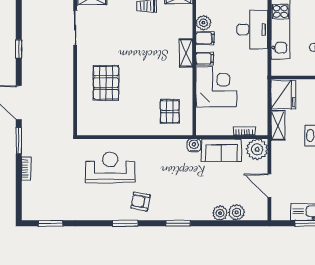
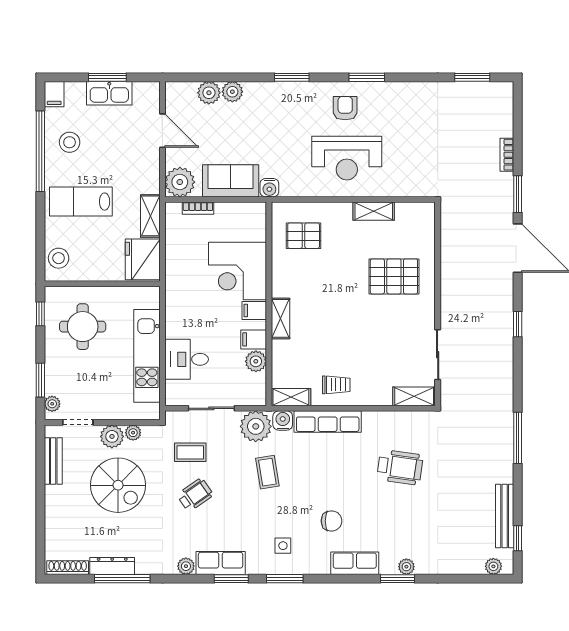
desk: (252, 29) -> (187, 359), width x0.73
pallet: (106, 83) -> (394, 276), turned 90
pallet: (170, 111) -> (304, 236), turned 90
shelving: (120, 129) -> (374, 211), added
reception desk: (110, 167) -> (347, 158), moved
armchair: (140, 201) -> (345, 108), turned -101

